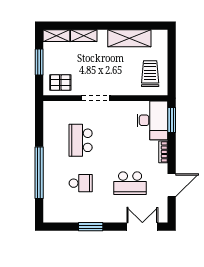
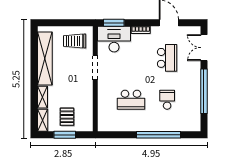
shelving: (129, 38) -> (45, 59), width x1.47
pallet: (60, 82) -> (67, 117), moved
doorway: (96, 98) -> (95, 68), moved
window: (91, 227) -> (204, 91), width x2.11

